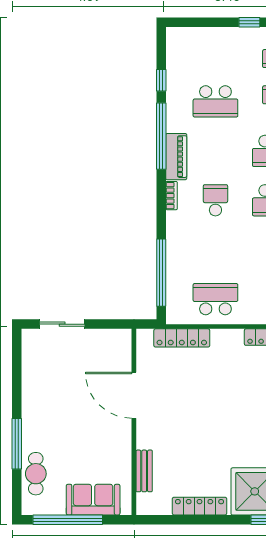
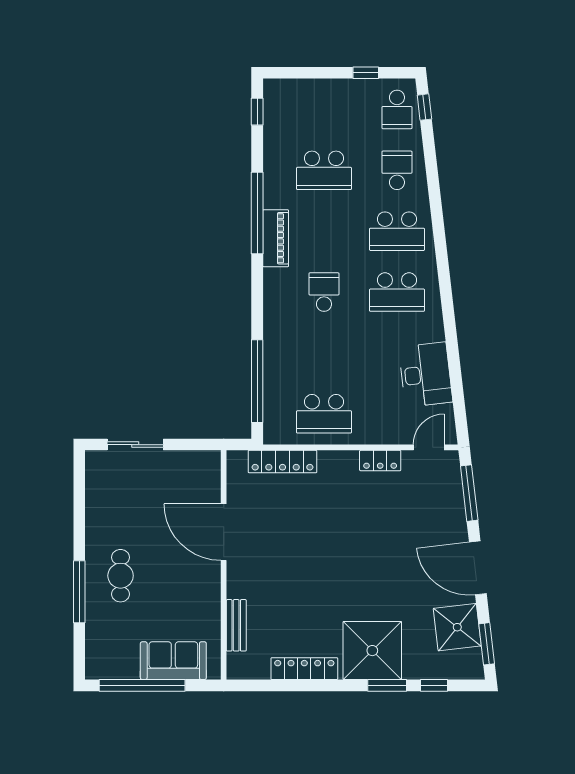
window: (161, 80) -> (257, 112), moved
bookcase: (172, 196) -> (270, 286), removed
school desk: (215, 299) -> (324, 414), turned 180
cafe table: (36, 474) -> (121, 576), moved

